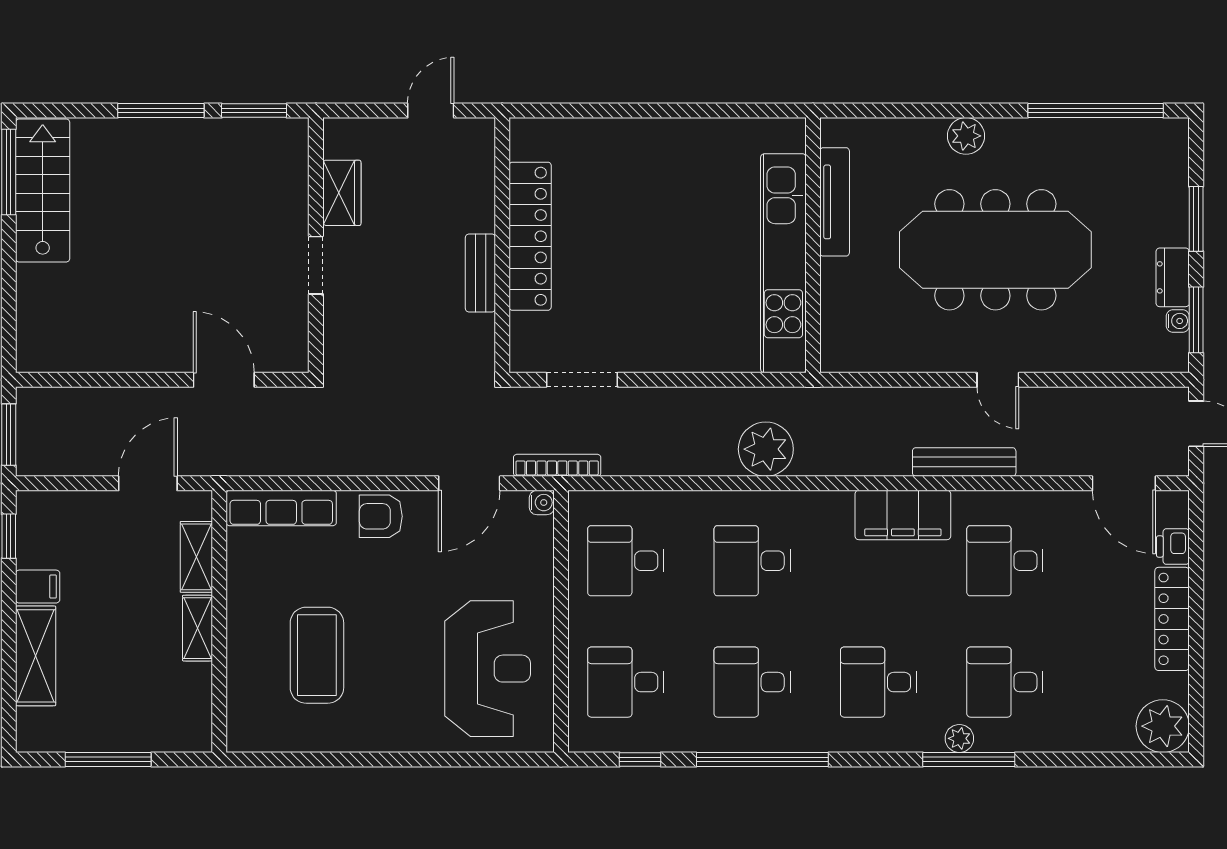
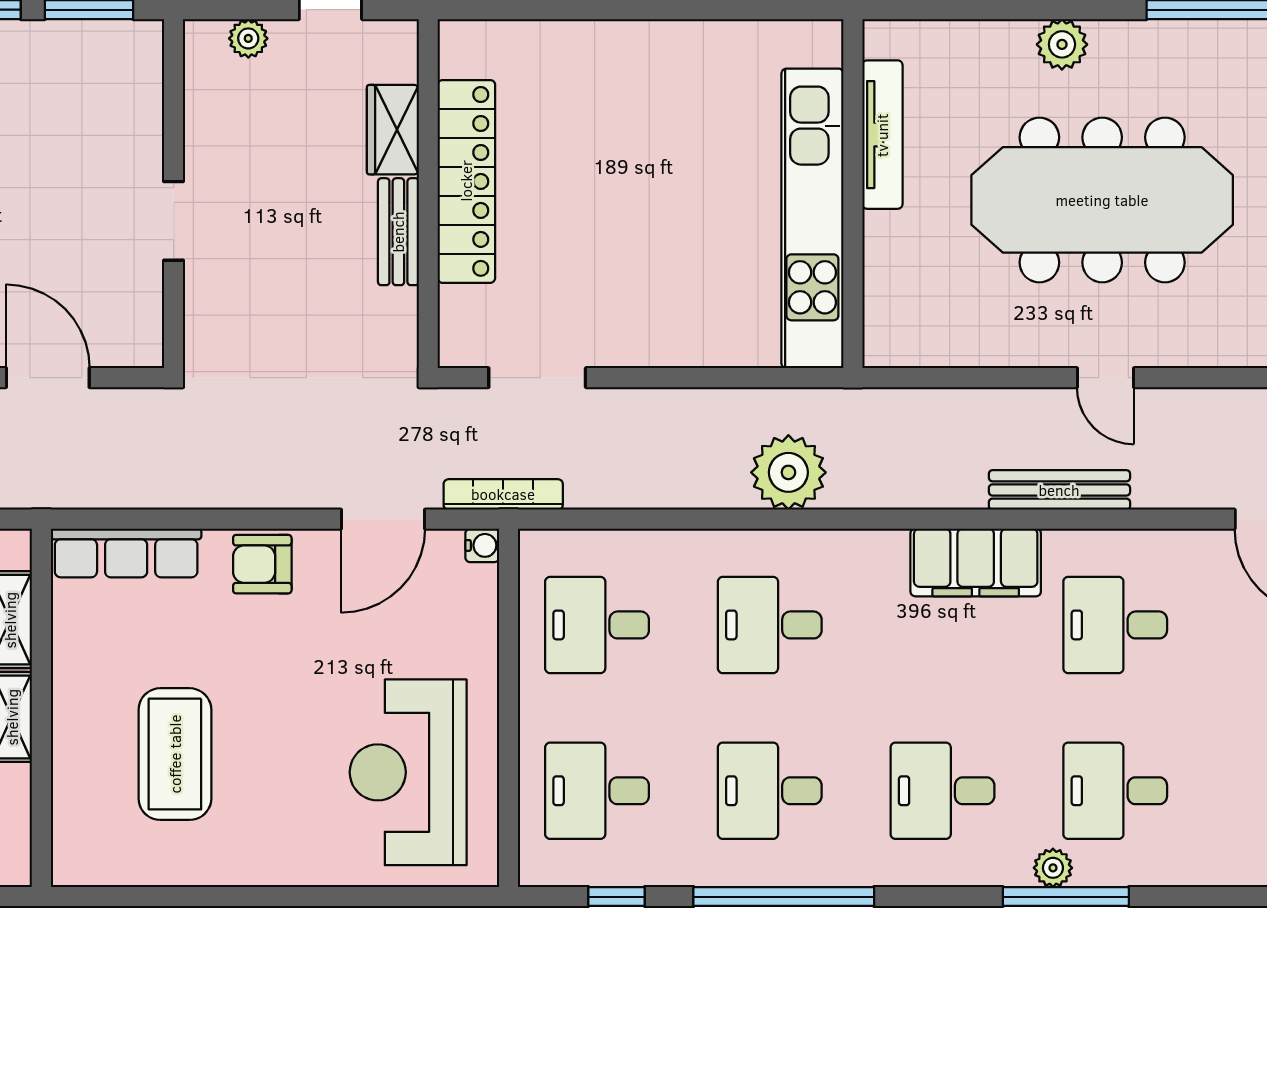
plant: (371, 132) -> (248, 38), added
wardrobe: (342, 193) -> (393, 130), moved, turned 180
reception desk: (488, 669) -> (408, 772), turned 180

